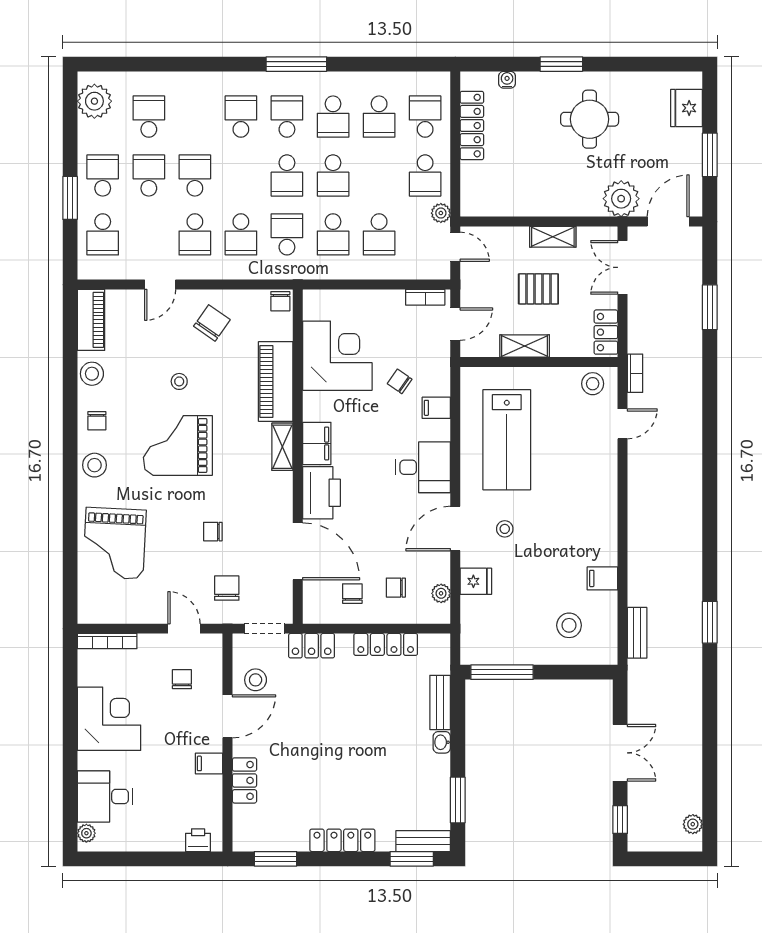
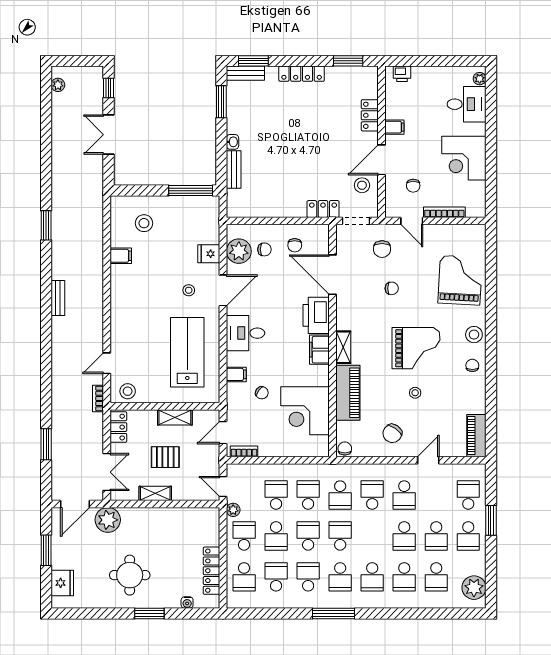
school desk: (195, 117) -> (404, 577), added
school desk: (379, 175) -> (276, 536), added
school desk: (195, 234) -> (404, 495), turned 180
stool: (92, 374) -> (476, 398), removed
plant: (441, 593) -> (239, 251), width x1.88, depth x1.88
bench: (637, 633) -> (58, 298), moved
bookcase: (107, 641) -> (444, 212), moved
locker: (386, 644) -> (271, 210), removed

